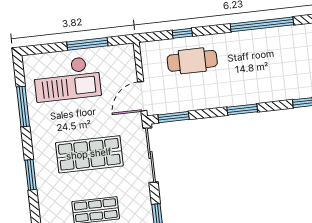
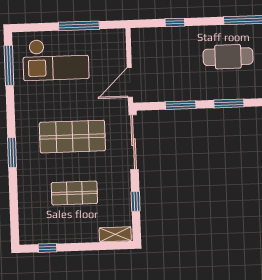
cafe table: (192, 61) -> (228, 57), moved
window: (23, 106) -> (9, 65), moved
window: (174, 117) -> (181, 105), moved

